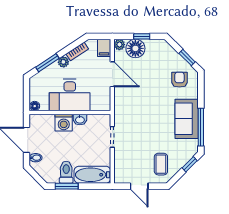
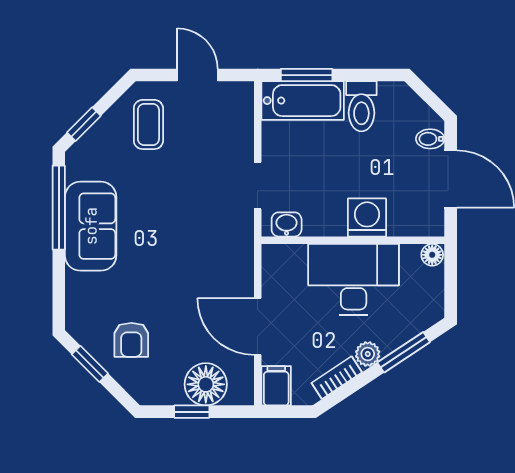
plant: (119, 45) -> (242, 393), removed
armchair: (179, 80) -> (131, 340), moved
washbasin: (80, 120) -> (287, 224), moved
window: (67, 186) -> (307, 75), moved

